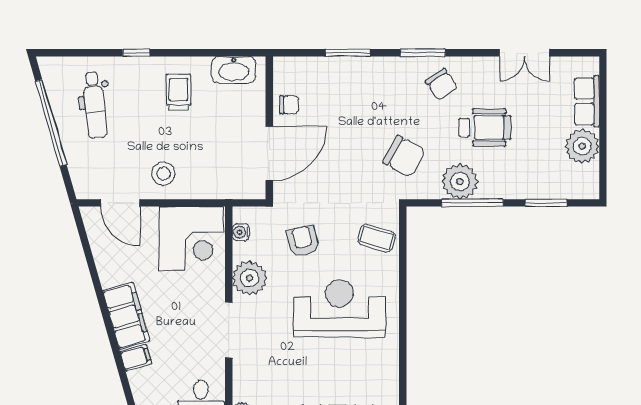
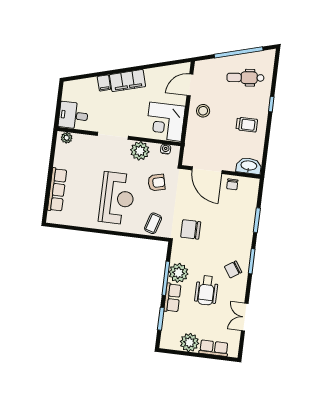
washbasin: (234, 70) -> (249, 166), moved, turned 90
chair: (404, 156) -> (191, 229), moved, turned 61
row of seats: (506, 187) -> (172, 298), added

